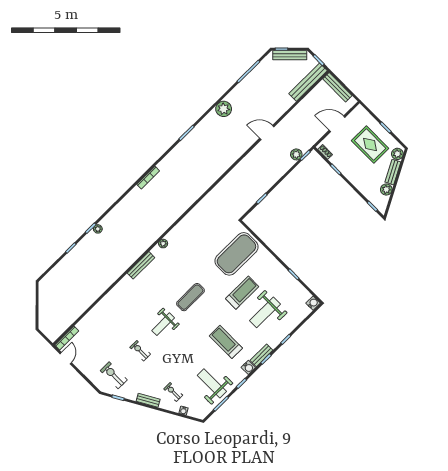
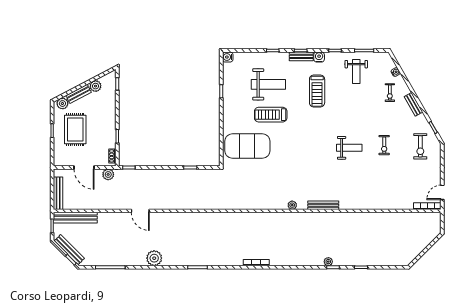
plant: (296, 154) -> (108, 174), moved
exercise mat: (190, 297) -> (311, 148), removed
weight bench: (212, 383) -> (356, 71), width x0.73, depth x0.75

